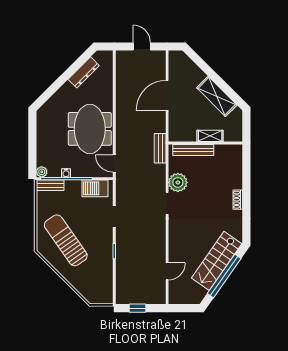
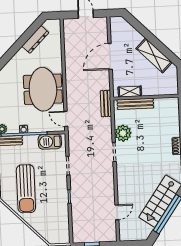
shelving: (210, 136) -> (130, 92), moved
sun lounger: (66, 240) -> (26, 189), turned -145

